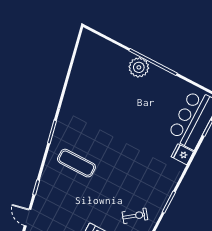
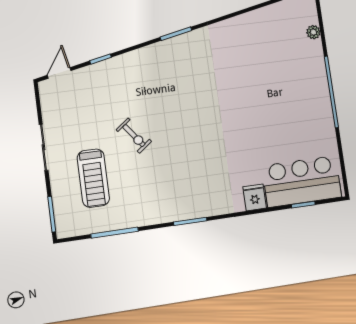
plant: (139, 67) -> (313, 32), moved, width x0.53, depth x0.53
exercise mat: (76, 163) -> (160, 85), removed
exercise bike: (135, 216) -> (134, 136), moved

